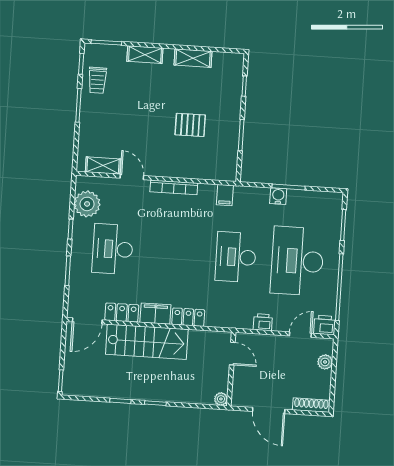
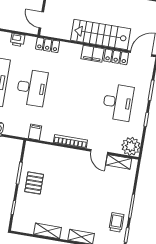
pallet: (190, 125) -> (34, 183), moved, turned 90
plant: (87, 204) -> (131, 146), moved
locker: (188, 317) -> (48, 45), moved

